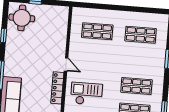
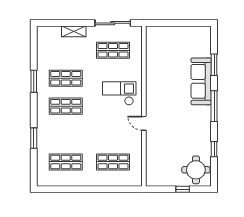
locker: (57, 88) -> (151, 97), removed
checkout: (86, 94) -> (119, 93), turned 180

